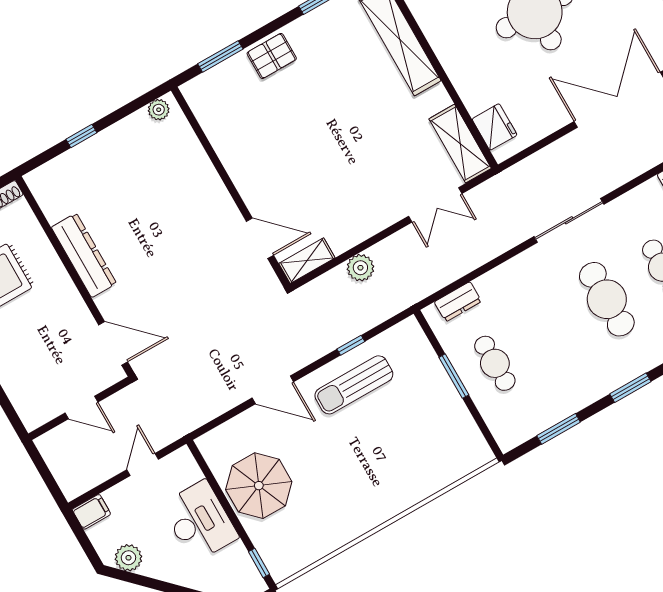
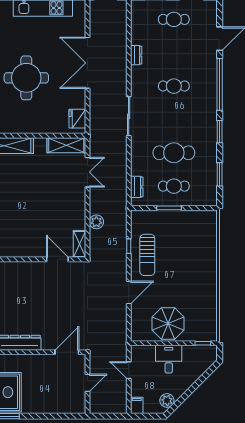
fridge: (495, 127) -> (77, 119), moved, turned -90
door: (260, 238) -> (57, 259), hinge flipped
cafe table: (607, 299) -> (174, 153), moved
desk: (199, 521) -> (169, 359), width x0.73

